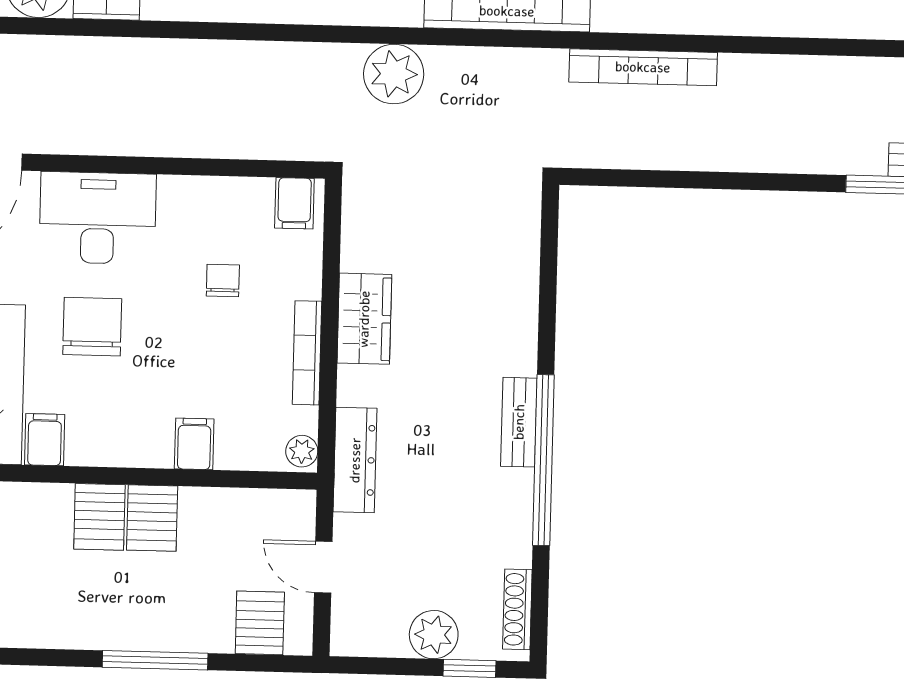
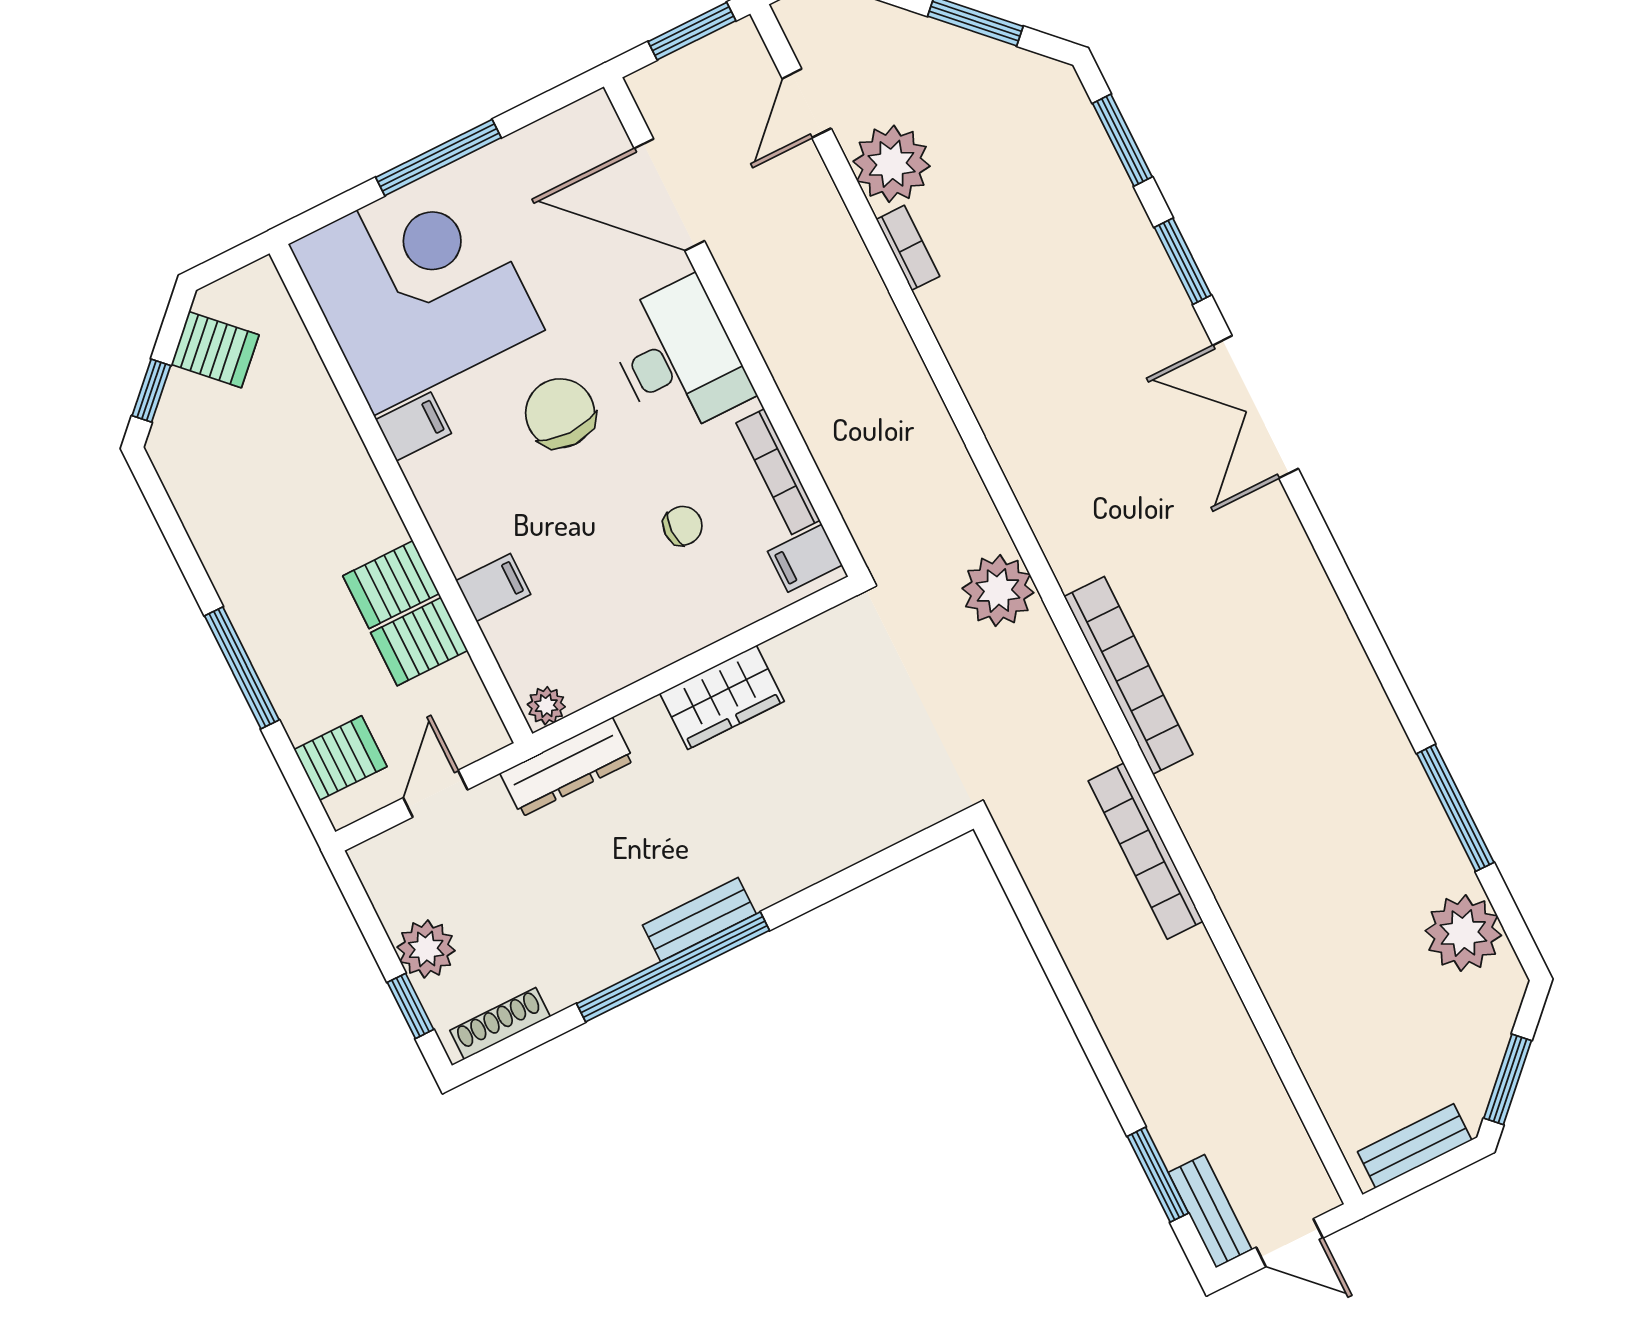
chair: (92, 327) -> (560, 413), turned -90
bookcase: (307, 353) -> (778, 472), moved, turned -90
server rack: (99, 517) -> (419, 642), moved

